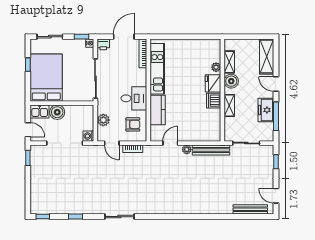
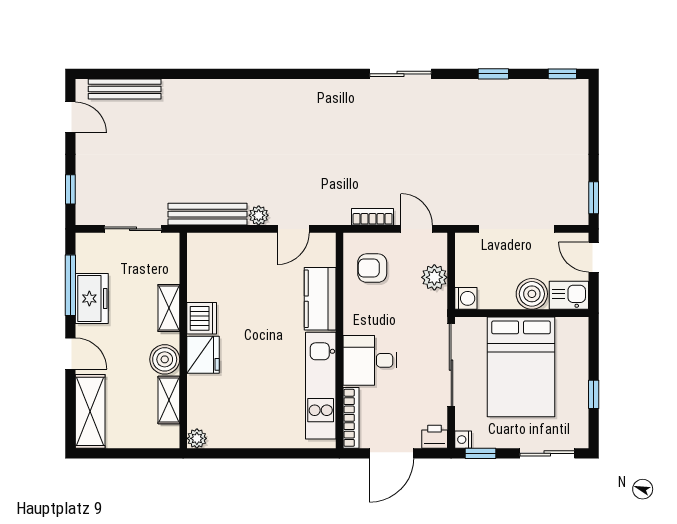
plant: (216, 67) -> (197, 438), moved
bed: (46, 78) -> (521, 367), moved
desk: (134, 98) -> (370, 360), moved
washing machine: (88, 136) -> (466, 298), moved

